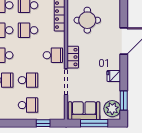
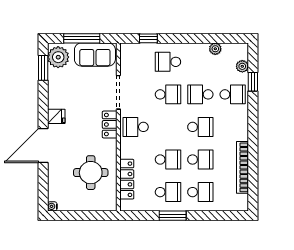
fridge: (114, 76) -> (56, 116), moved
school desk: (28, 80) -> (168, 94), turned 180

